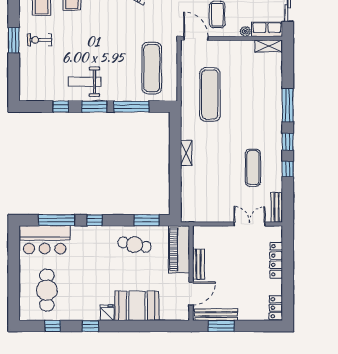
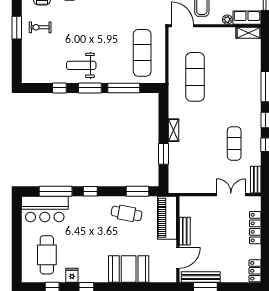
window: (175, 179) -> (163, 154), added
fridge: (107, 313) -> (72, 275), moved

